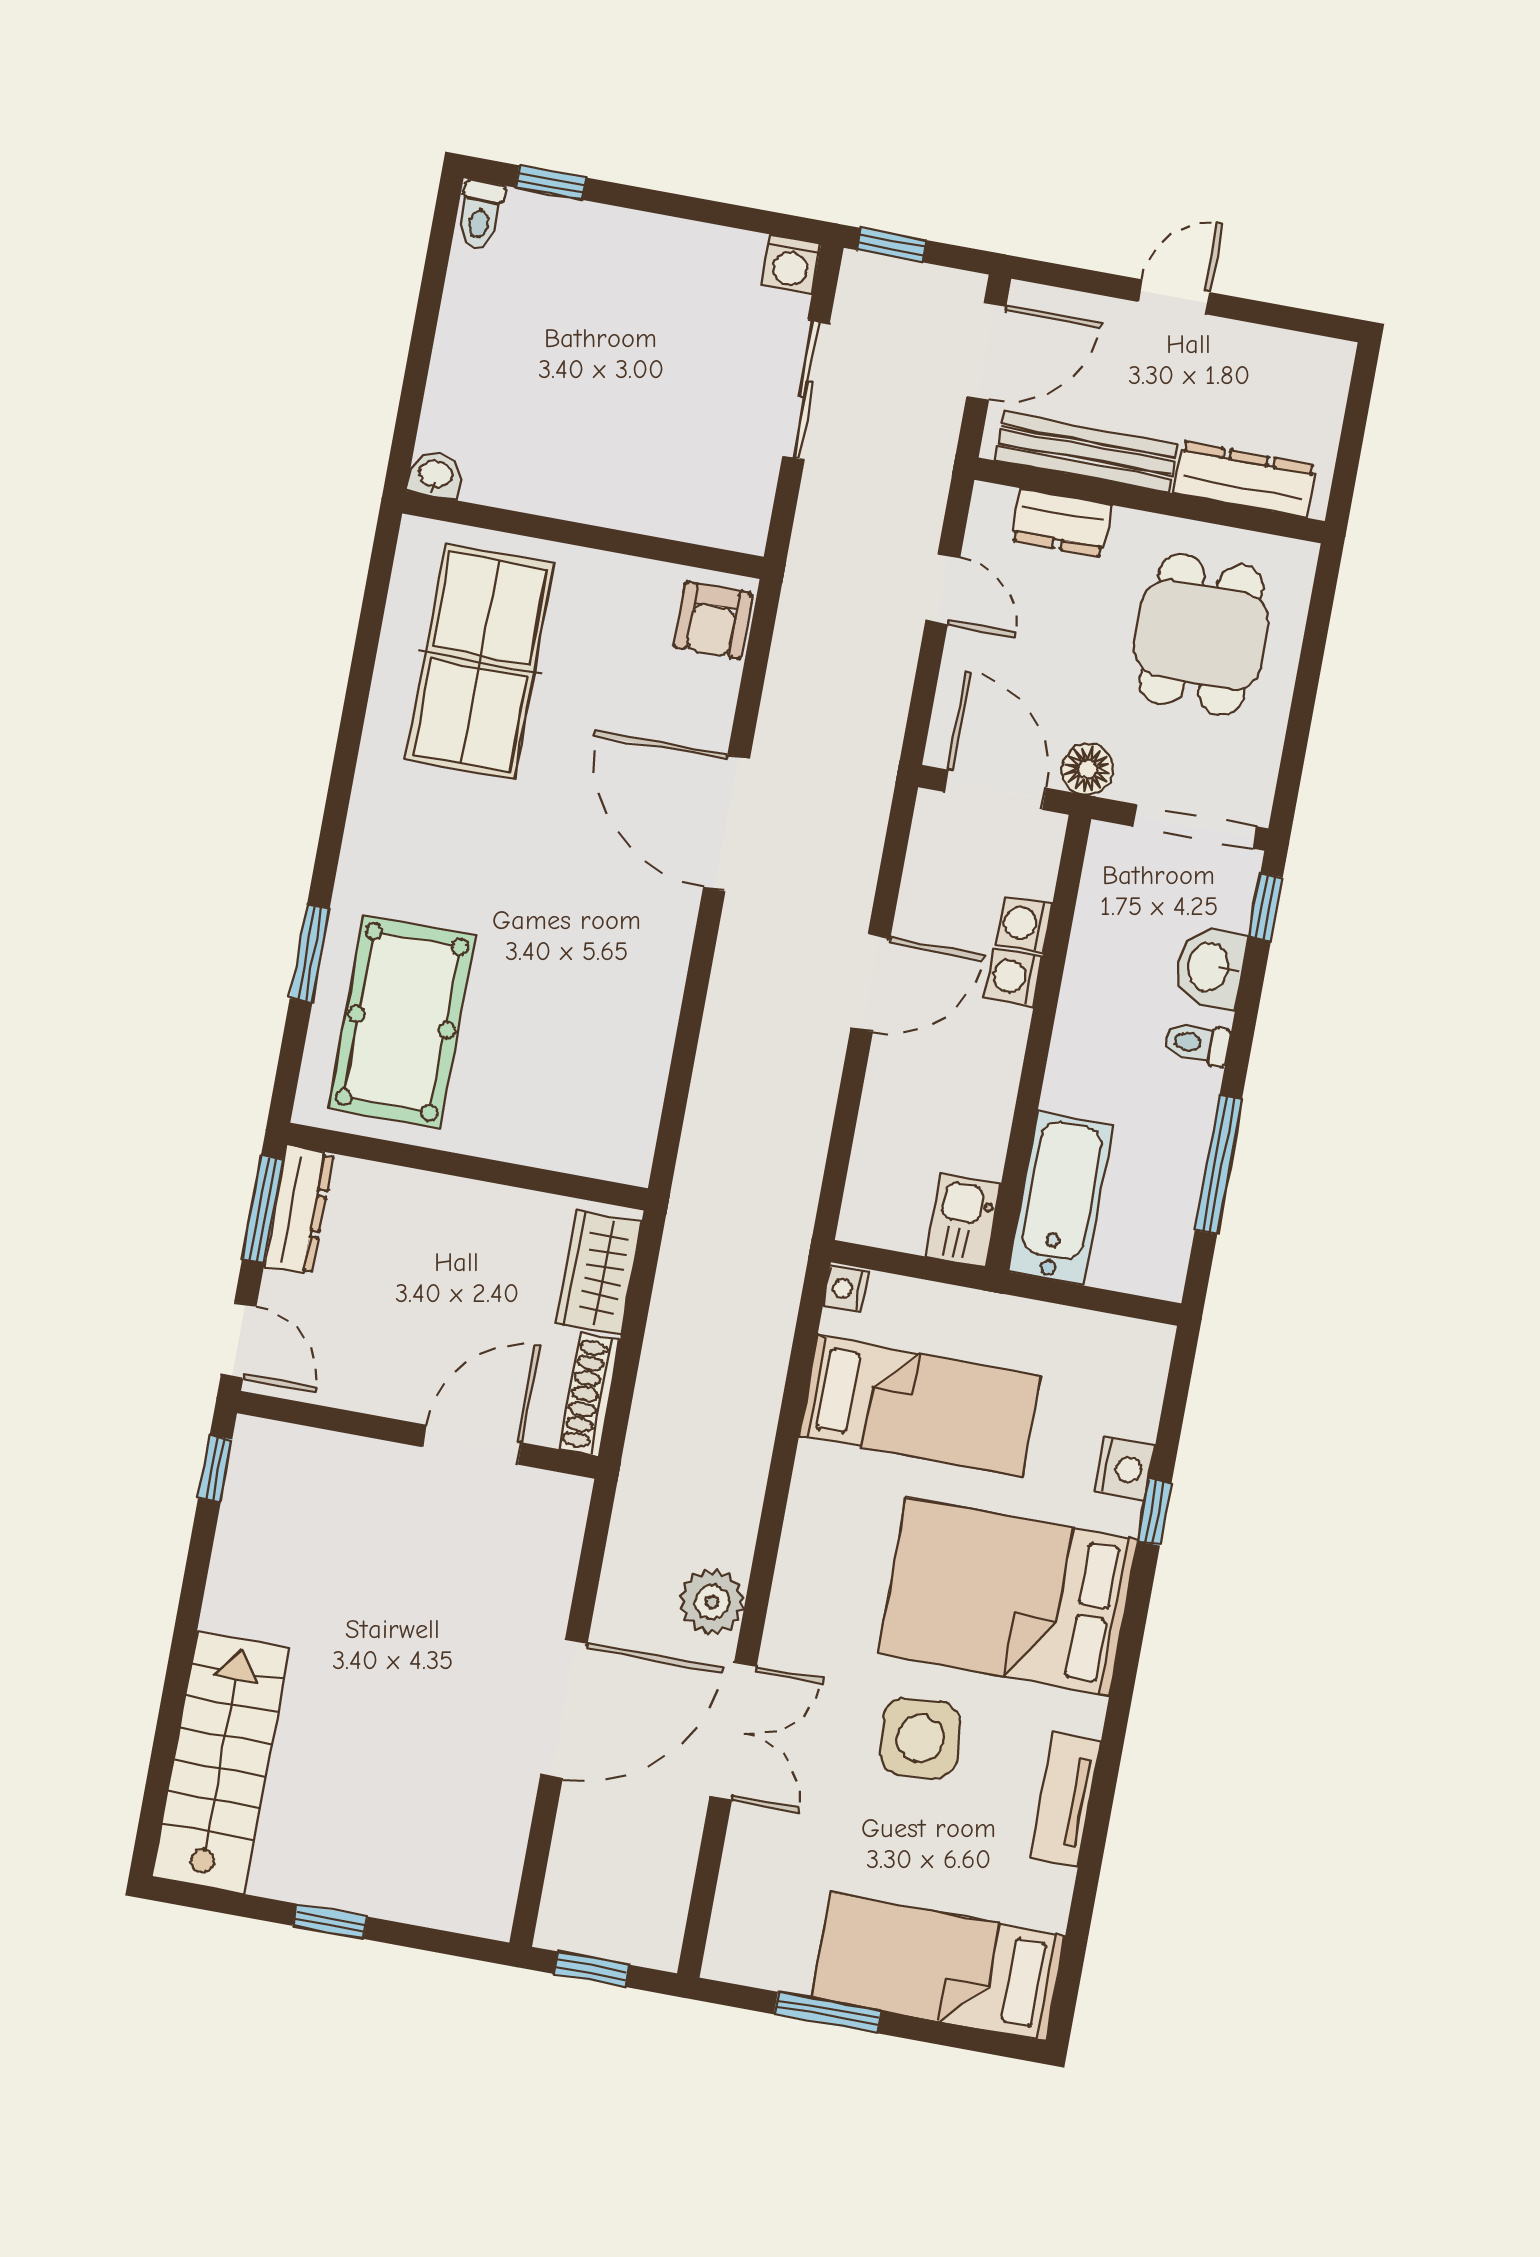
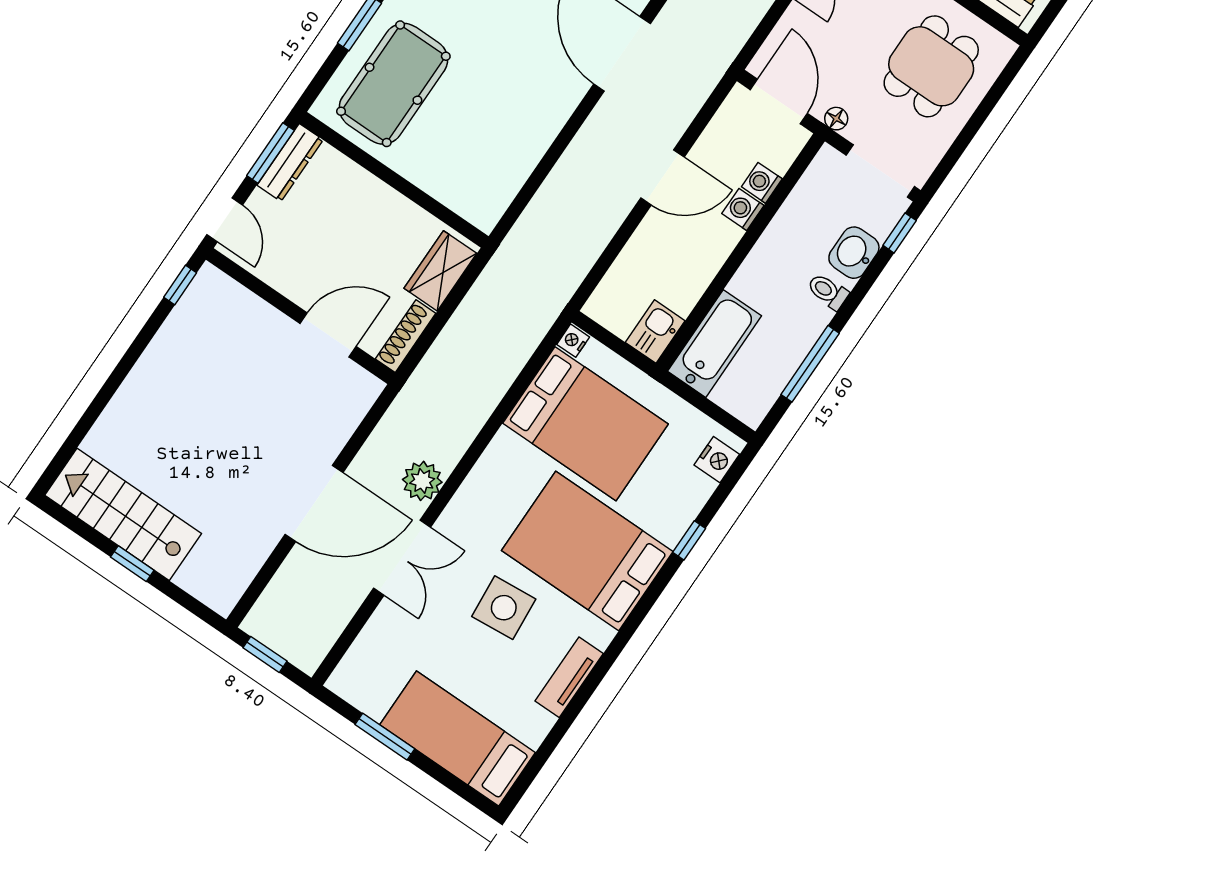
floor lamp: (1087, 769) -> (836, 119), width x0.73, depth x0.73
bed: (920, 1406) -> (586, 424), width x1.50
nightstand: (1124, 1469) -> (717, 460), moved
stairs: (221, 1763) -> (123, 514), moved, turned -90

